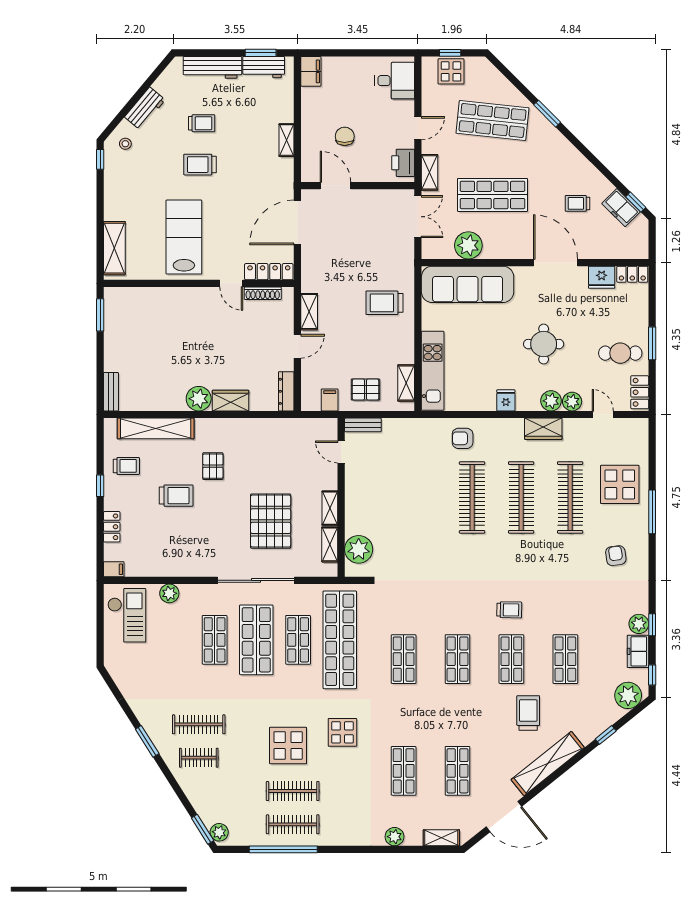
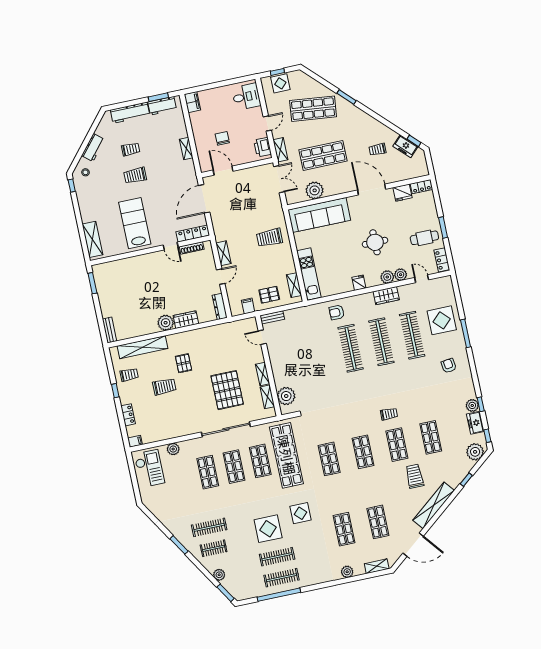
shop shelf: (256, 640) -> (234, 467), width x0.70, depth x0.74
plant: (219, 832) -> (219, 575), moved

